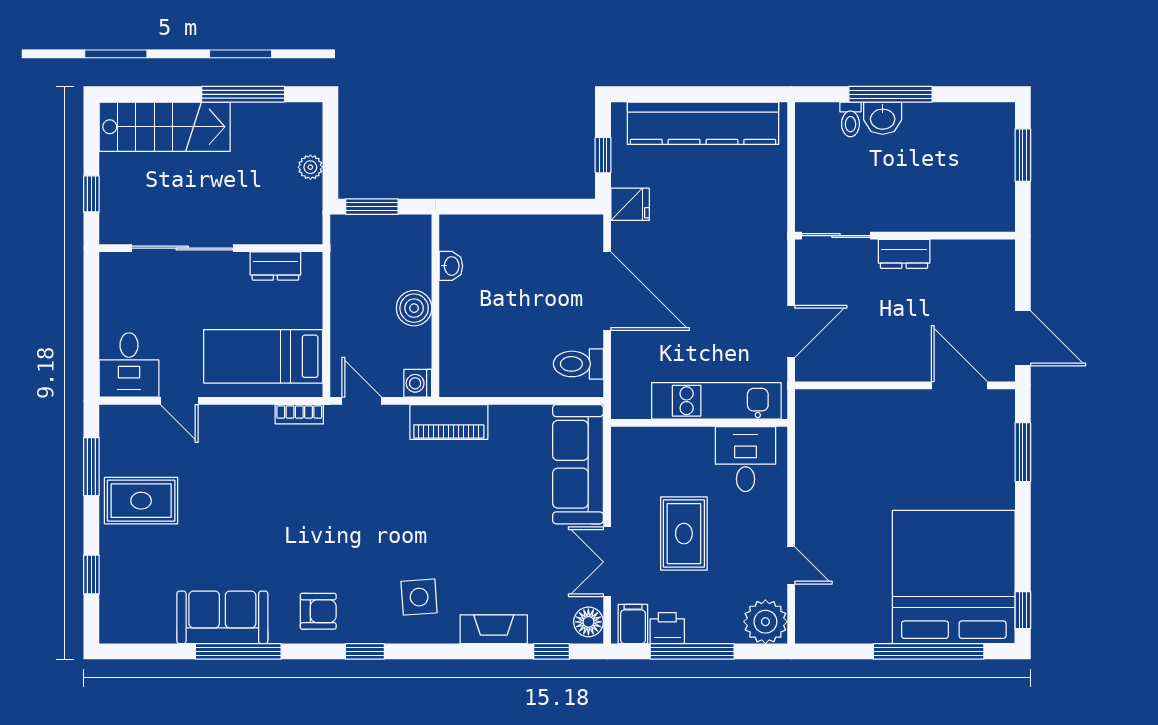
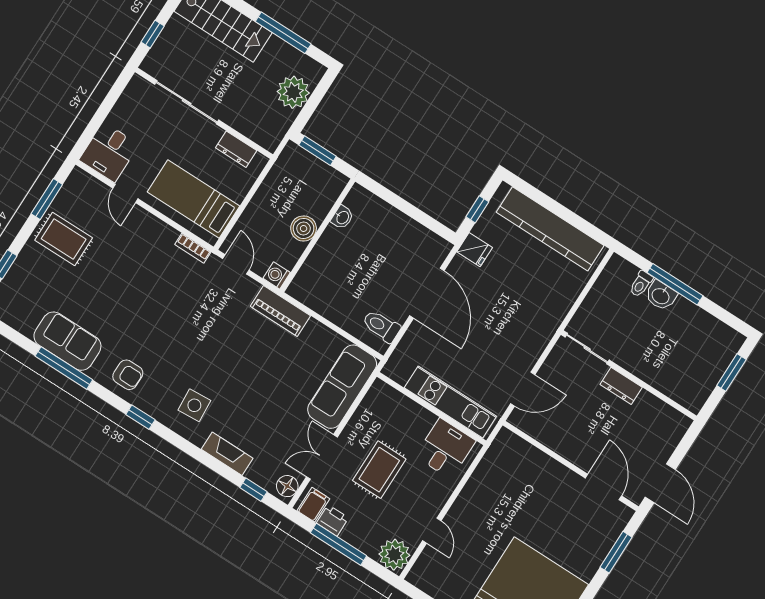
plant: (310, 167) -> (293, 92), width x1.88, depth x1.88

